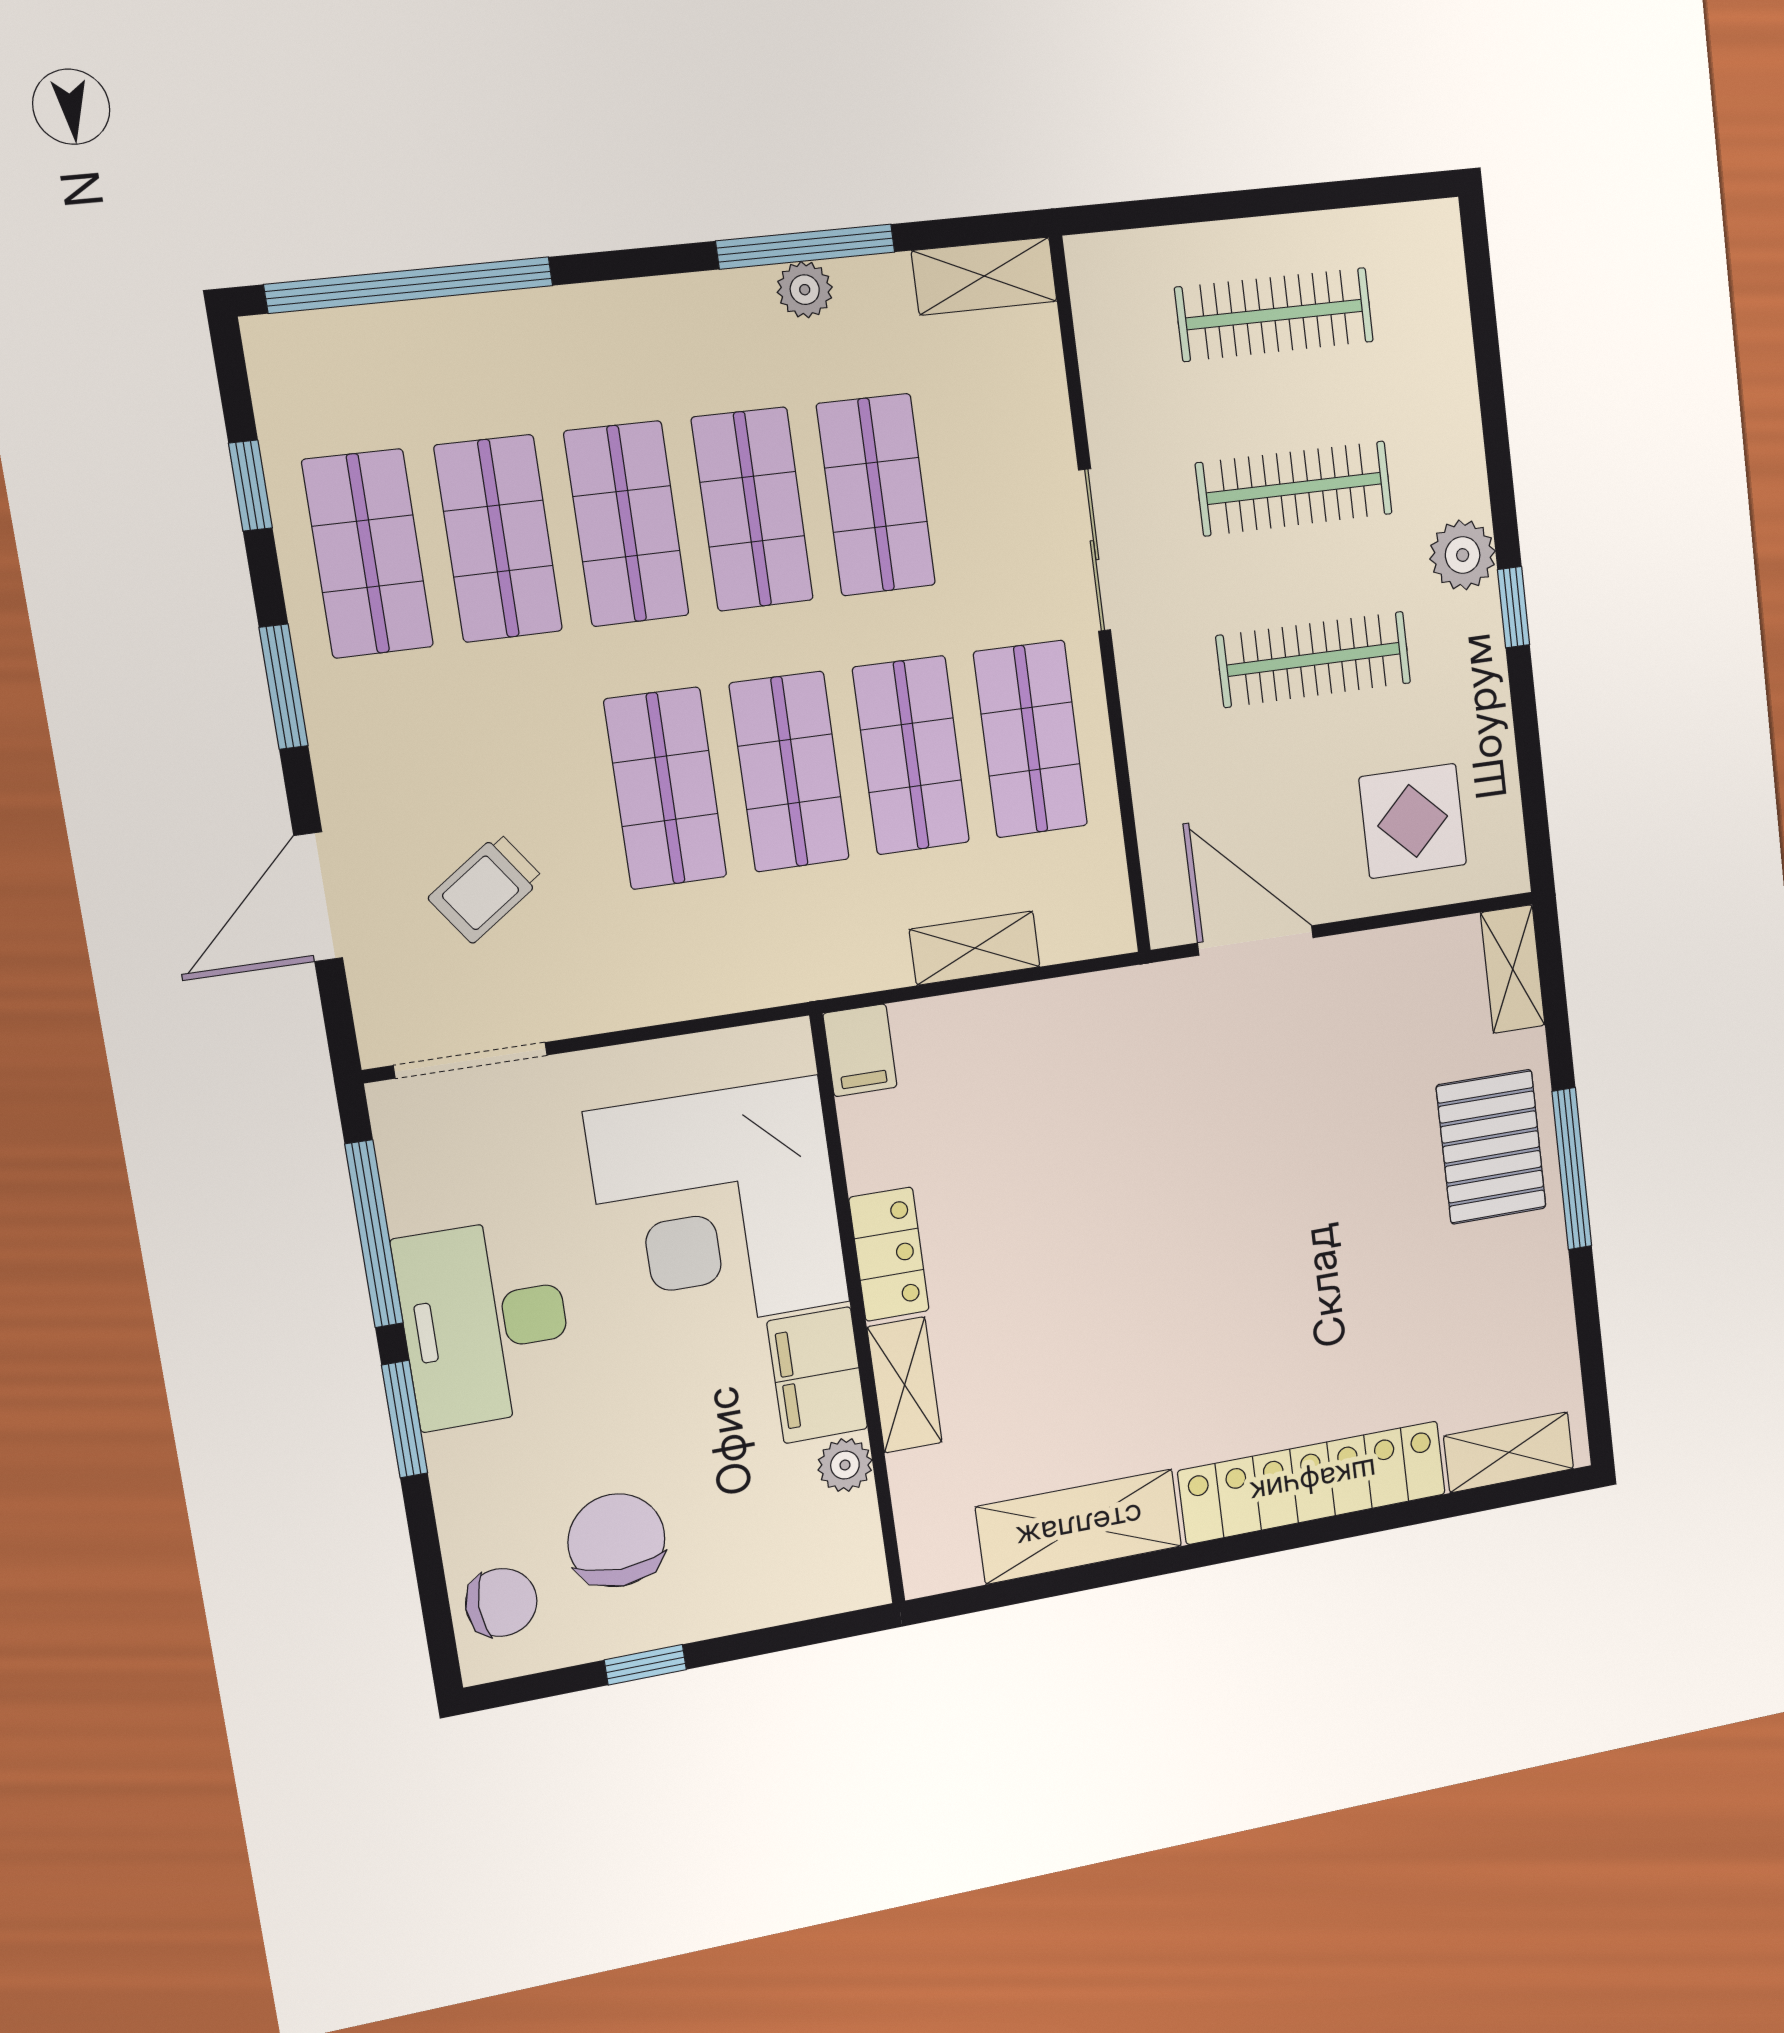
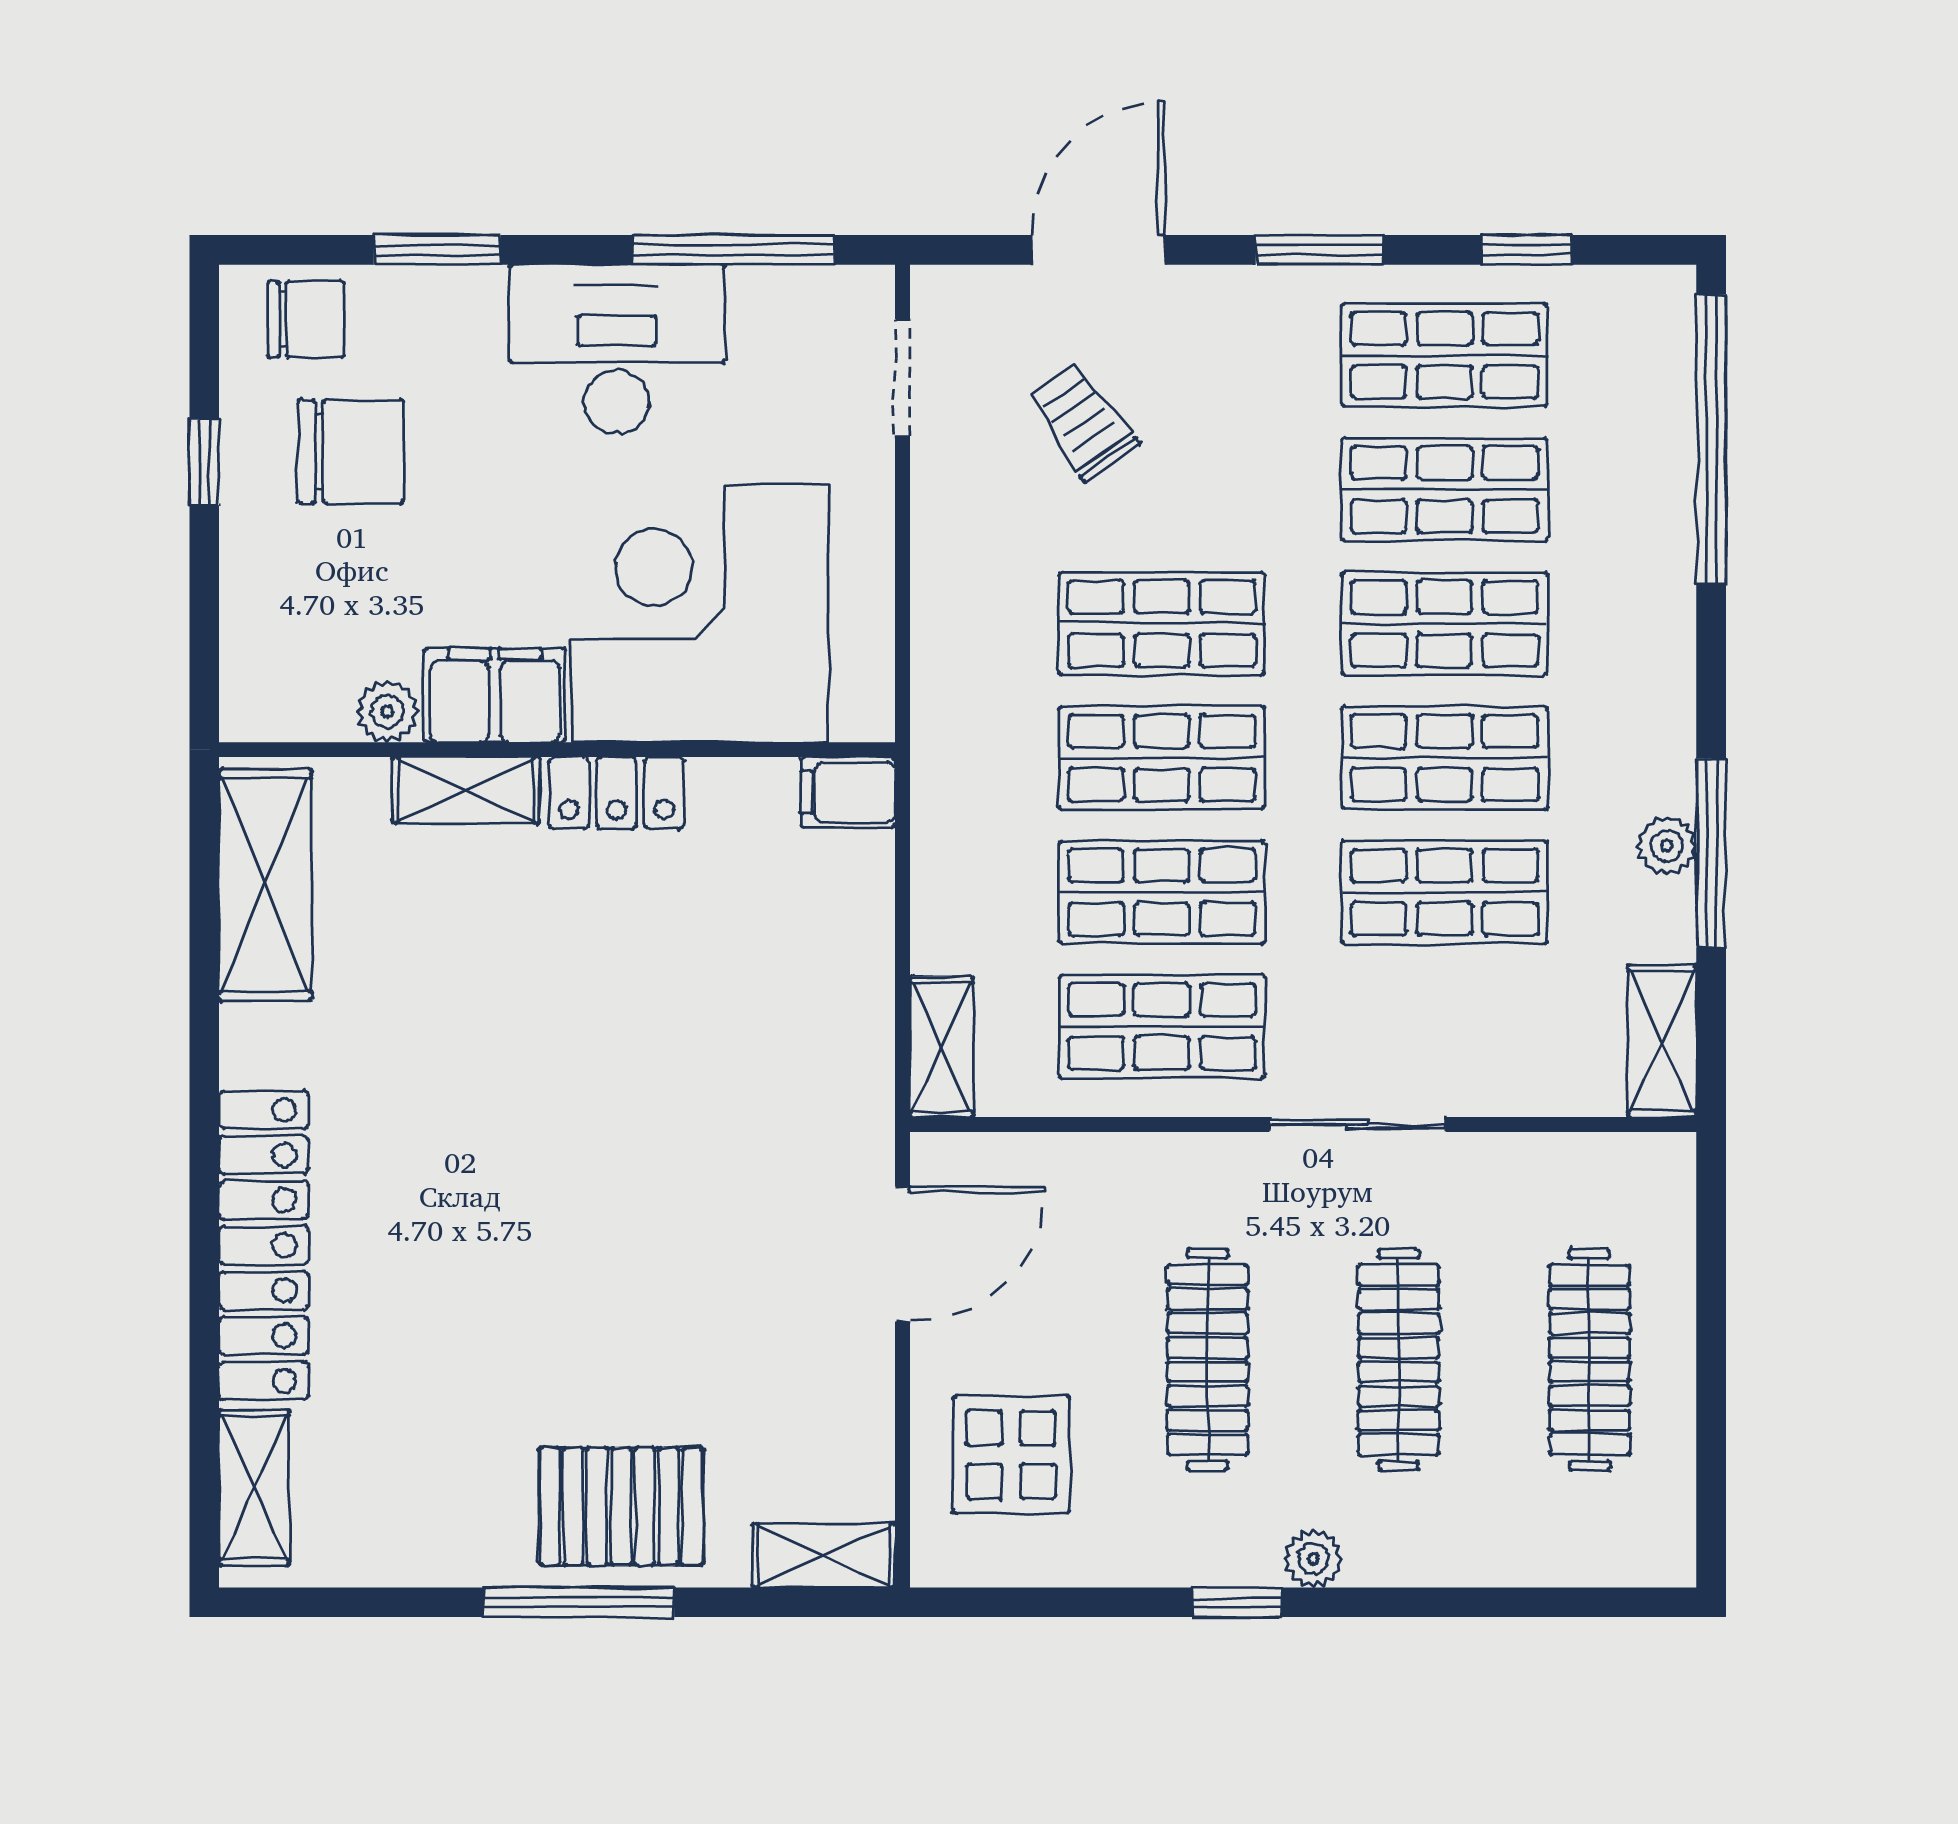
plant: (1463, 555) -> (1313, 1559), width x0.73, depth x0.73
door: (318, 897) -> (1098, 250), hinge flipped
shelving: (975, 948) -> (941, 1047), moved
doorway: (471, 1060) -> (903, 377), width x0.73
window: (405, 1419) -> (437, 250), moved
shelving: (1079, 1527) -> (265, 885), moved
chair: (501, 1602) -> (306, 319), turned -90

